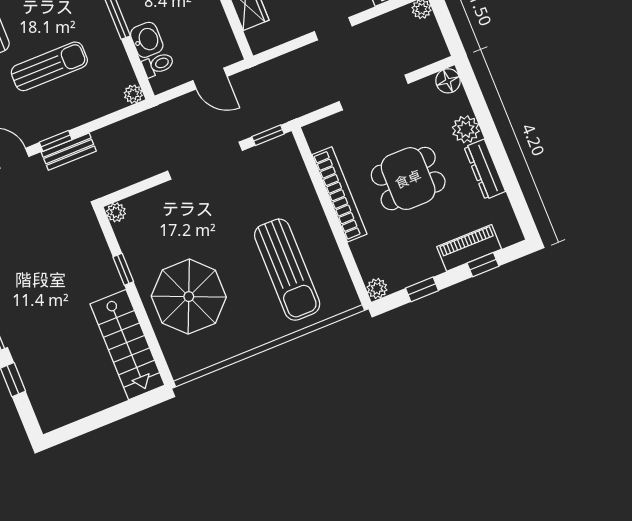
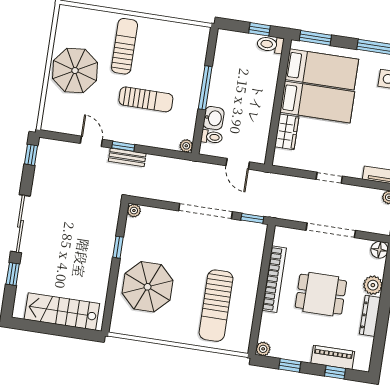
stairs: (127, 345) -> (62, 311), moved, turned 90

